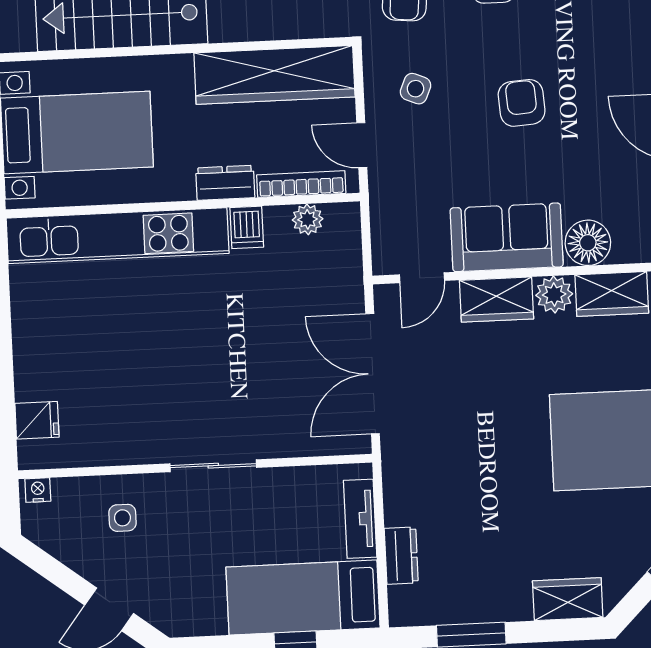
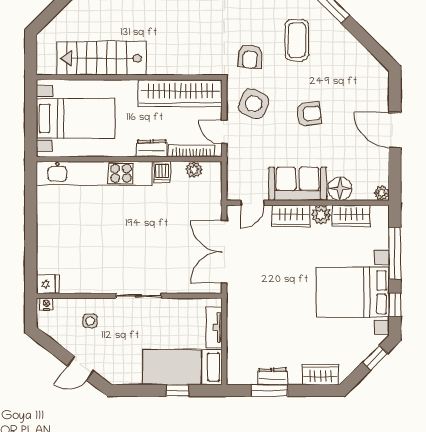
side table: (415, 89) -> (254, 104), width x1.87, depth x1.87
armchair: (522, 103) -> (309, 114), turned 86
fridge: (37, 420) -> (48, 284), moved
dresser: (401, 556) -> (273, 377), moved, turned -90

